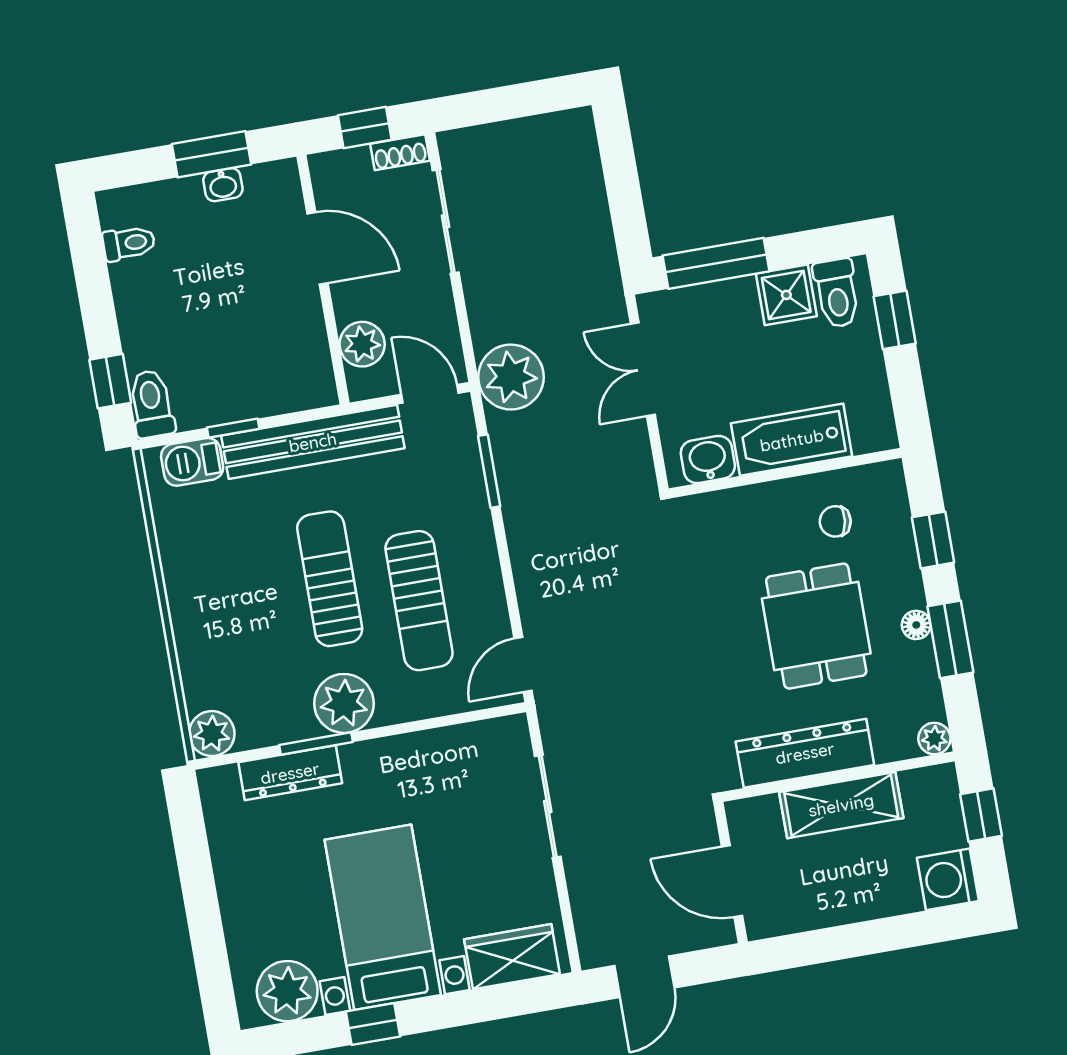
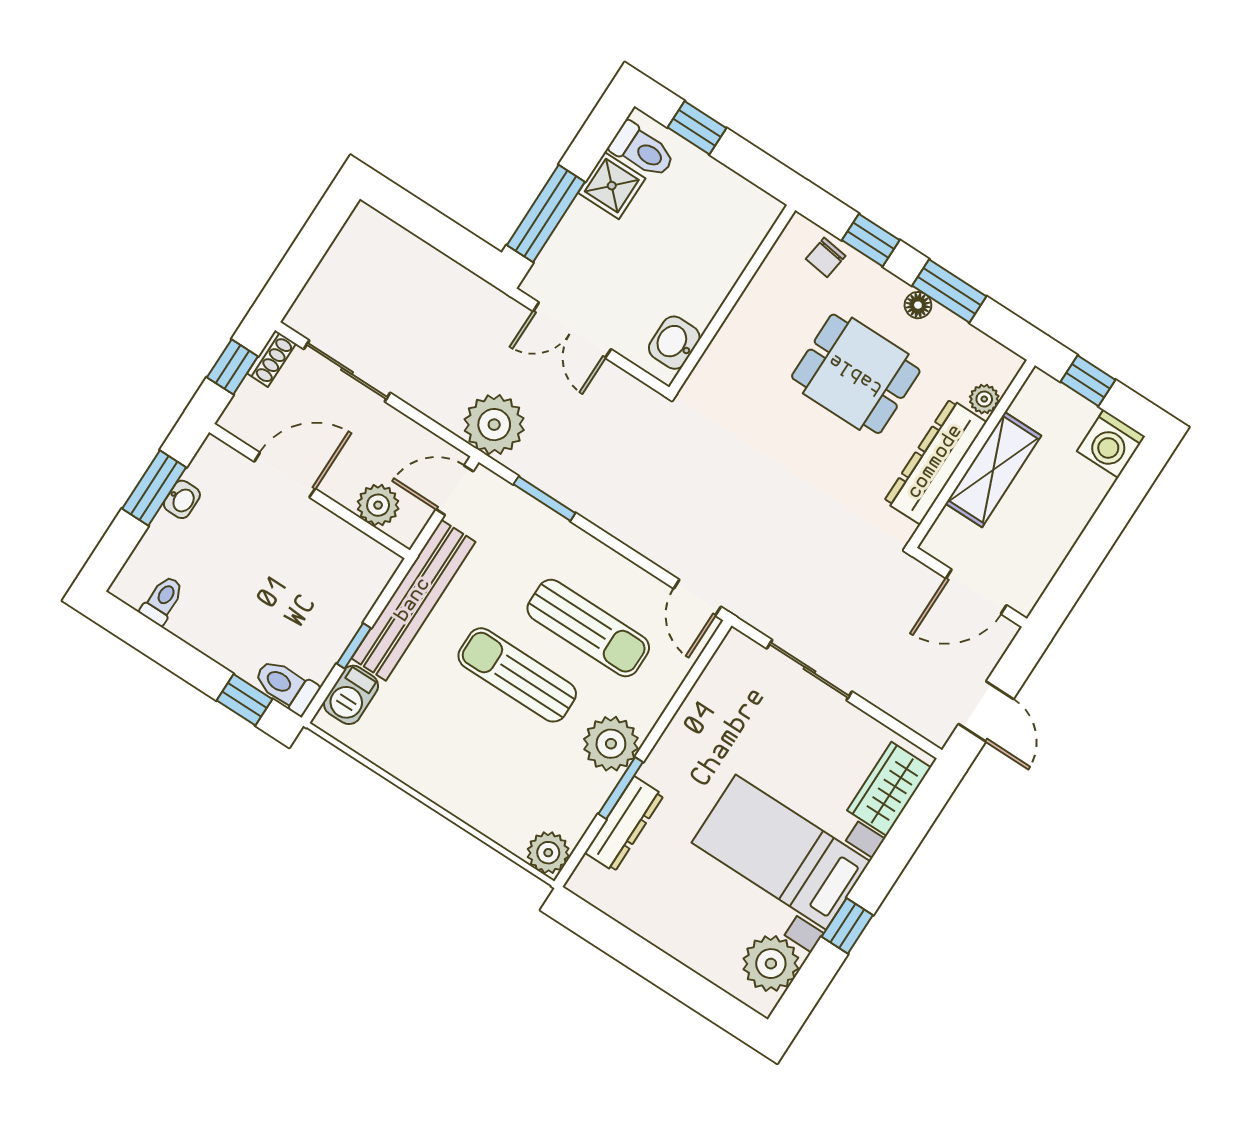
bathtub: (792, 440) -> (713, 273), removed
chair: (835, 521) -> (826, 257), moved
plant: (934, 739) -> (984, 399), moved

